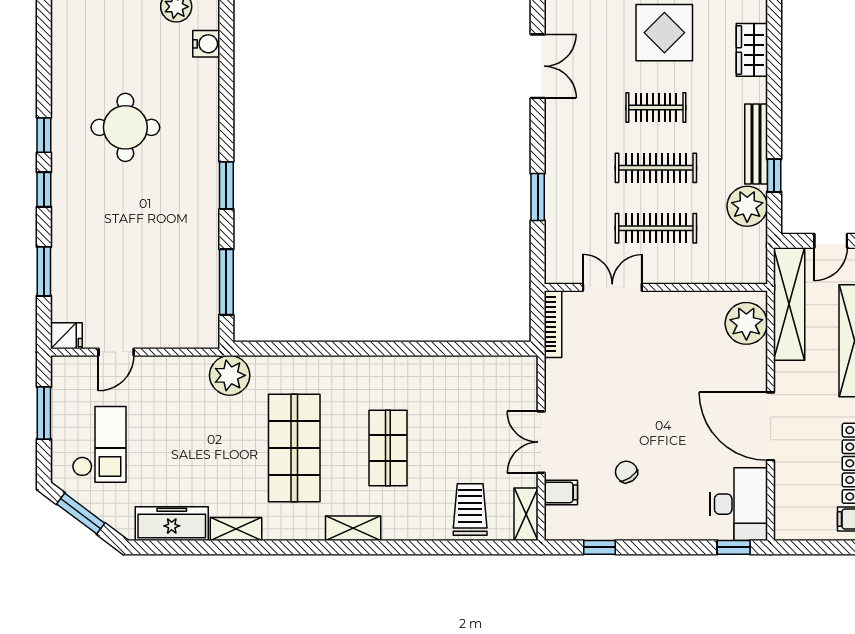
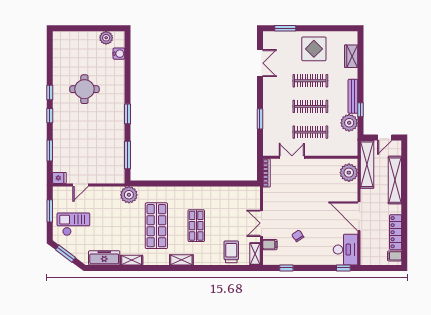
clothes rail: (656, 108) -> (310, 81), width x1.36
checkout: (99, 444) -> (73, 224), turned -90

